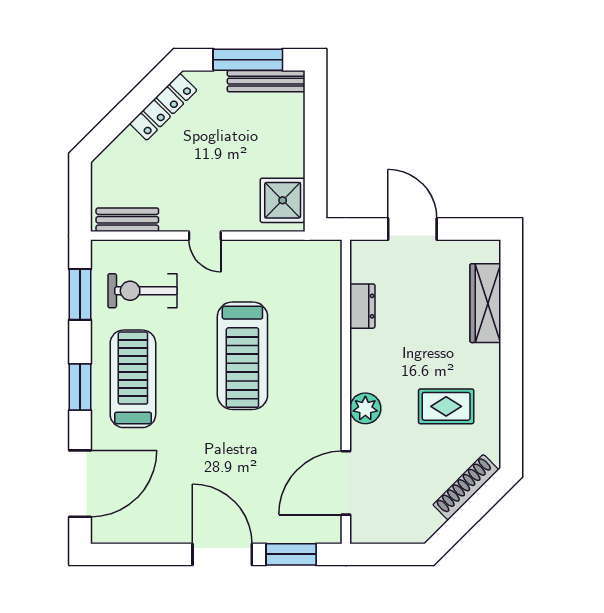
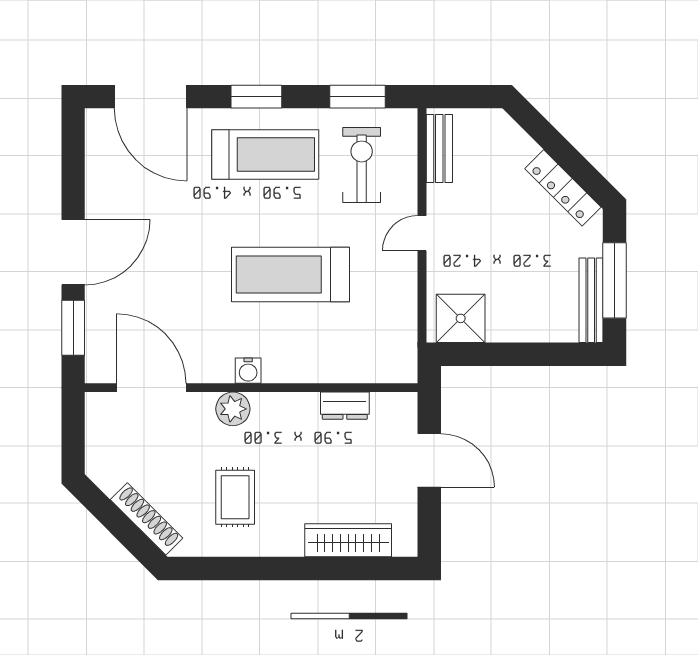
door: (412, 229) -> (429, 460), hinge flipped
water cooler: (330, 394) -> (248, 371), added

